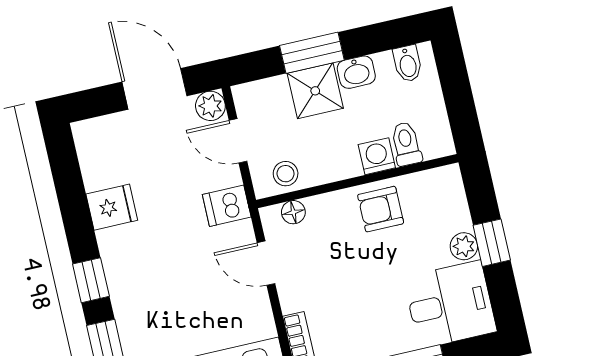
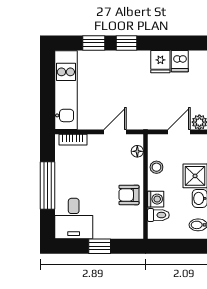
stool: (286, 174) -> (156, 167), moved
dishwasher: (227, 206) -> (180, 61), moved, turned 180
armchair: (381, 209) -> (129, 195), turned -90
plant: (464, 246) -> (101, 232), removed

